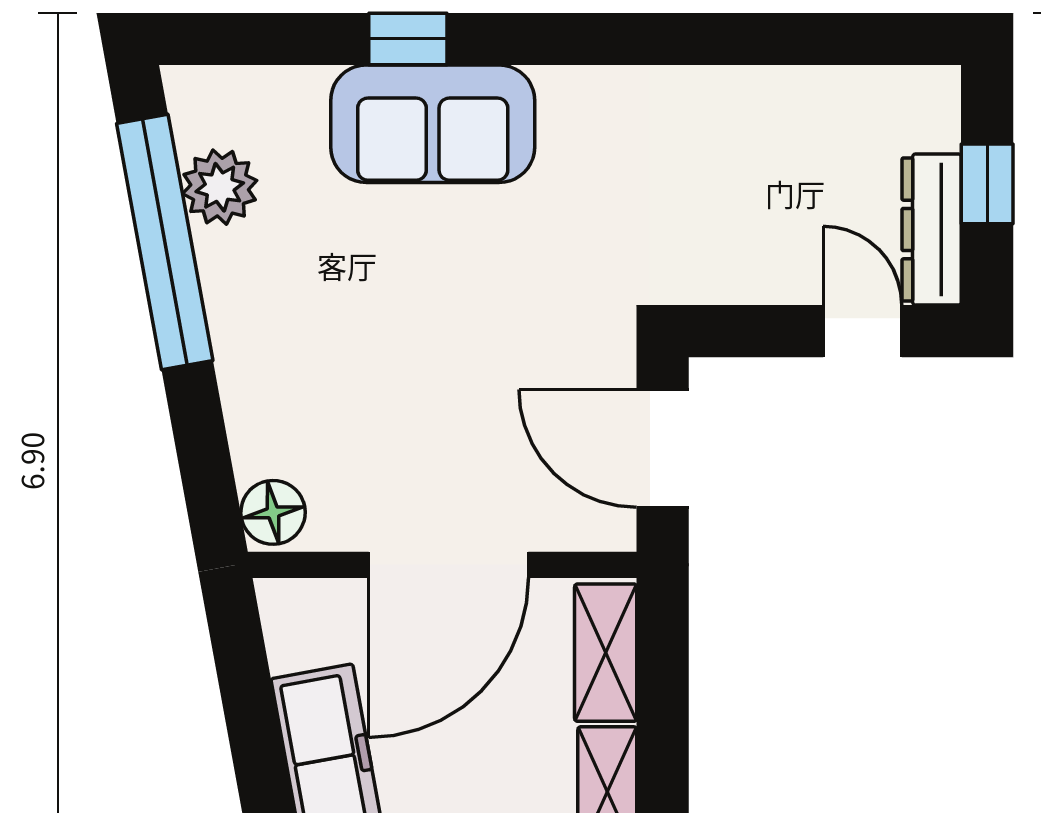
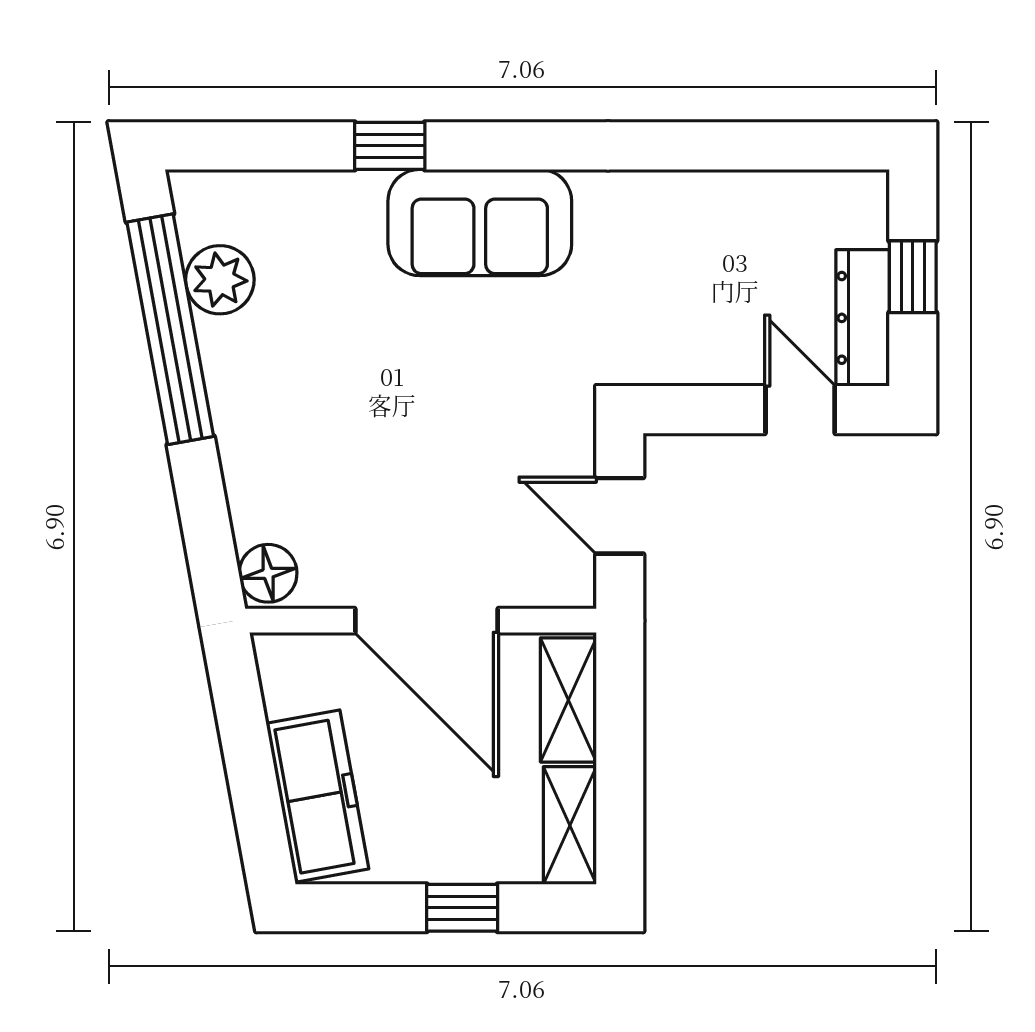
sofa: (433, 124) -> (480, 223), moved
door: (663, 449) -> (620, 516), width x0.73
door: (448, 565) -> (426, 621), hinge flipped

